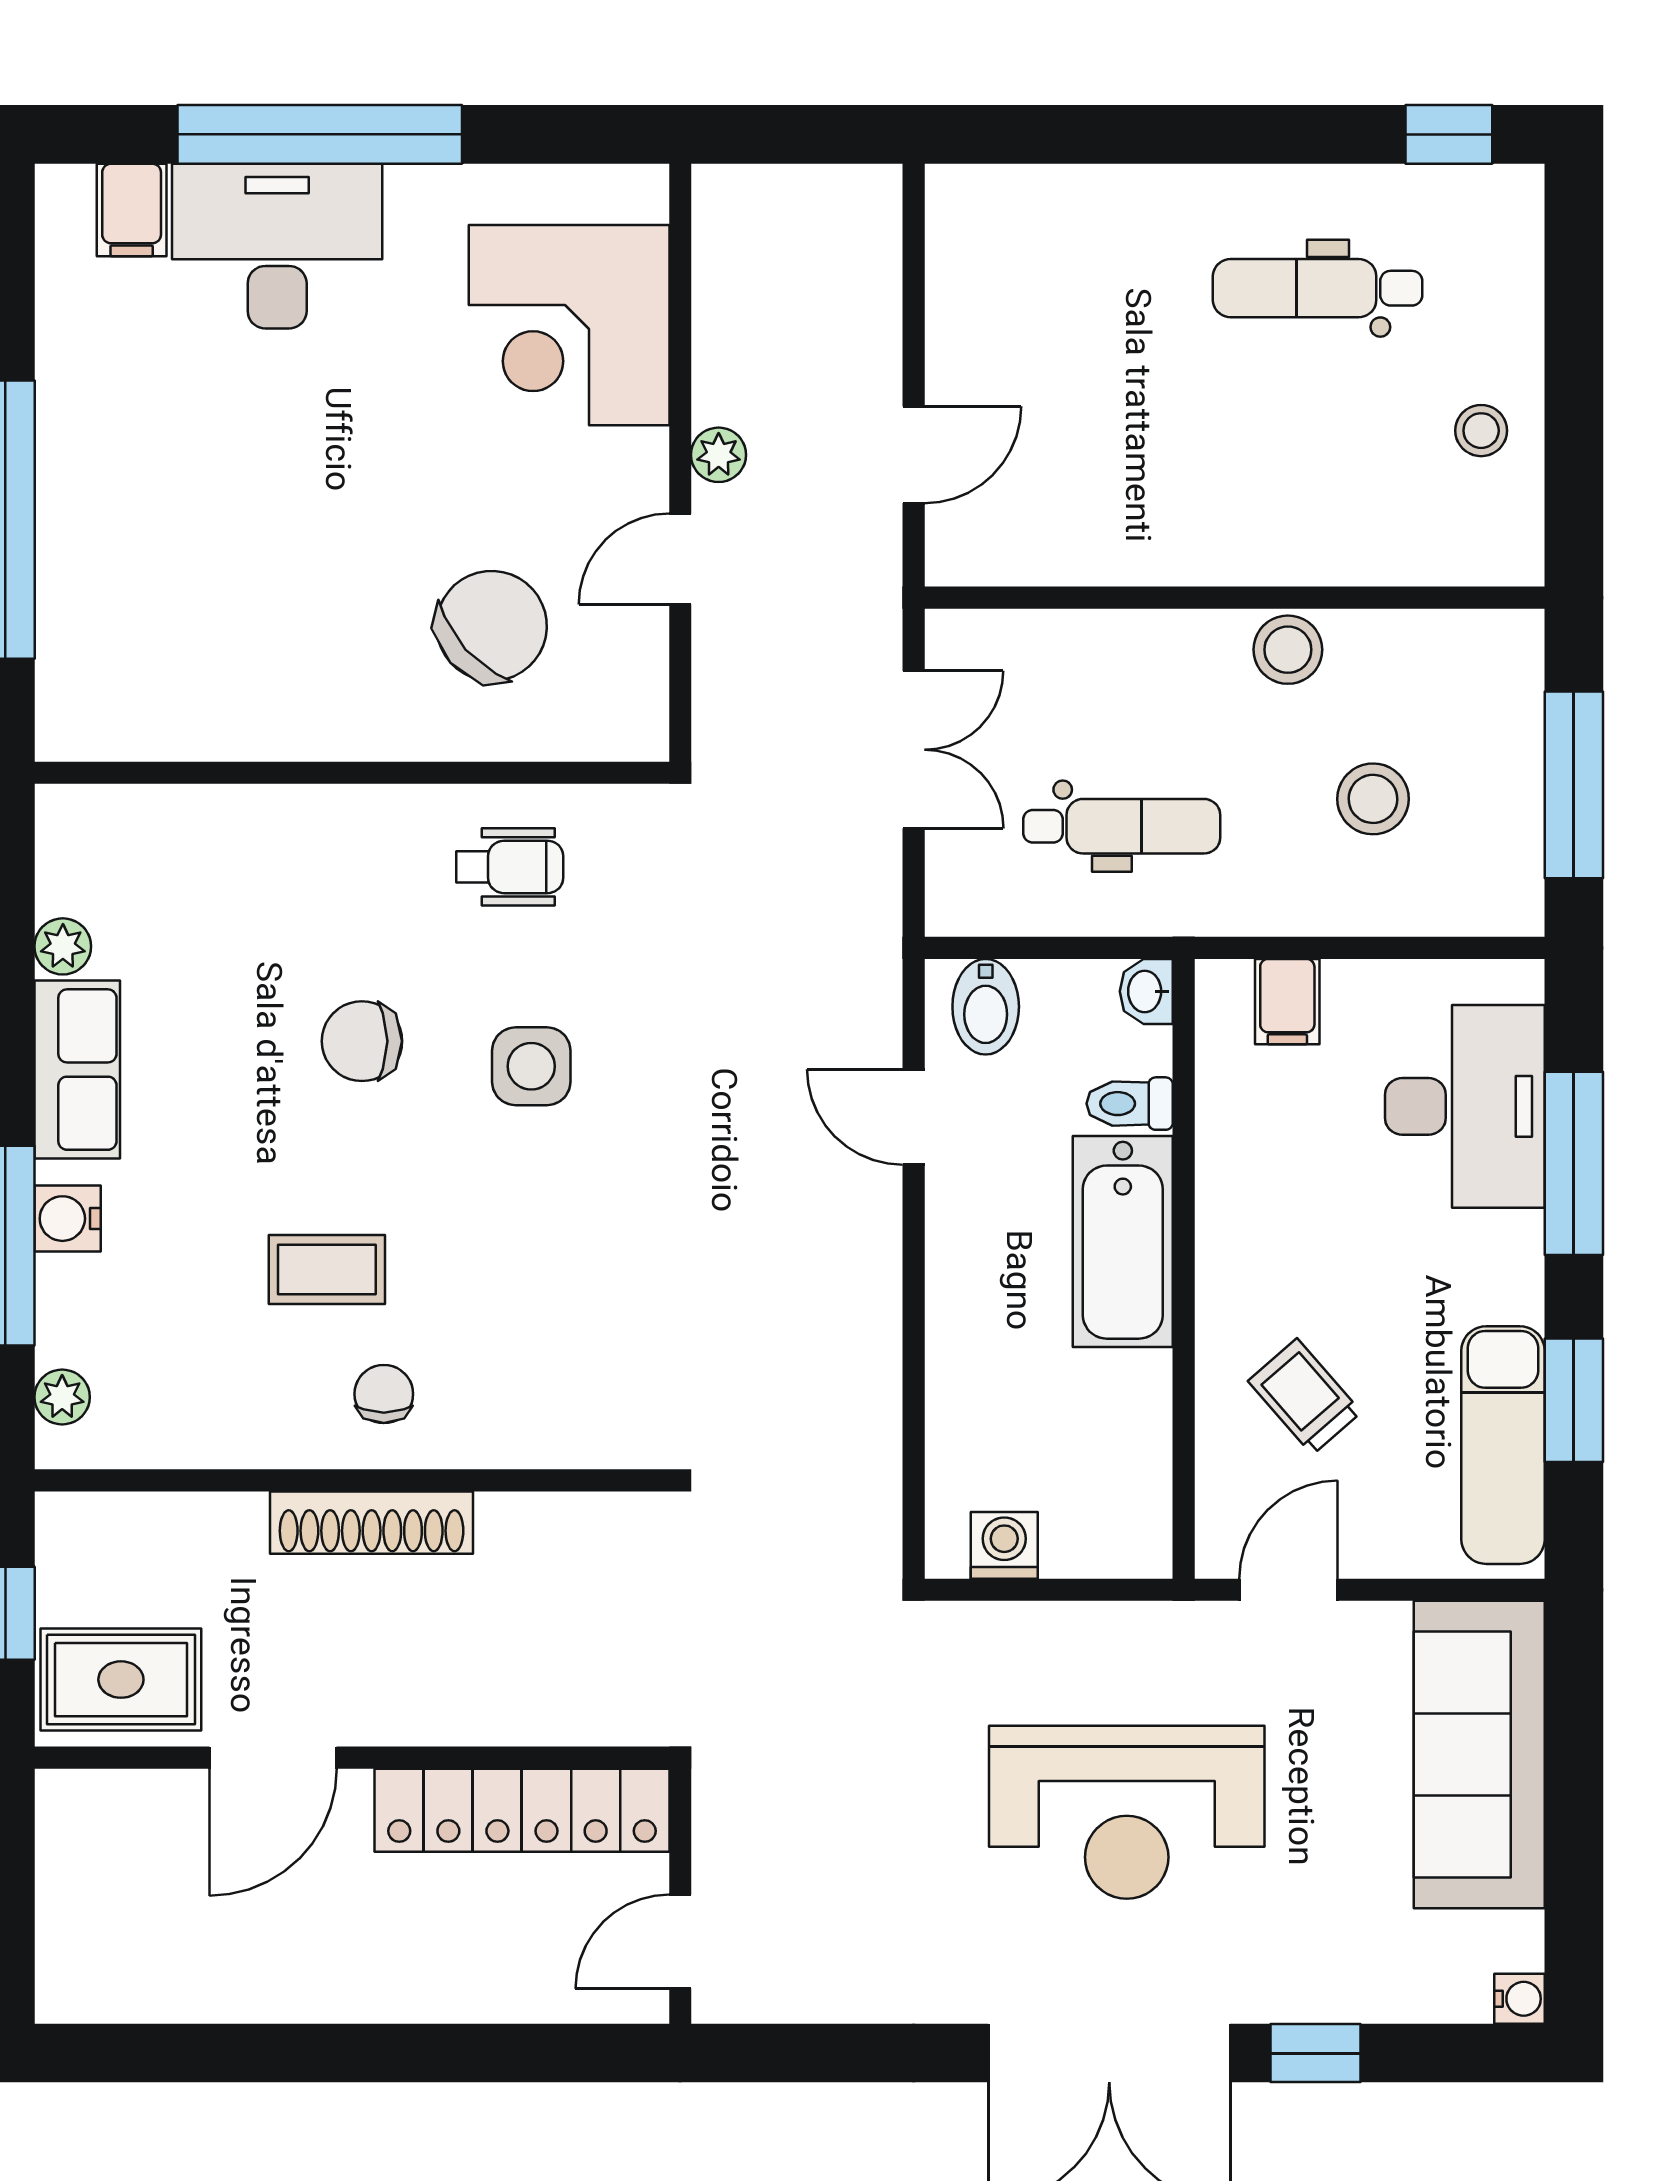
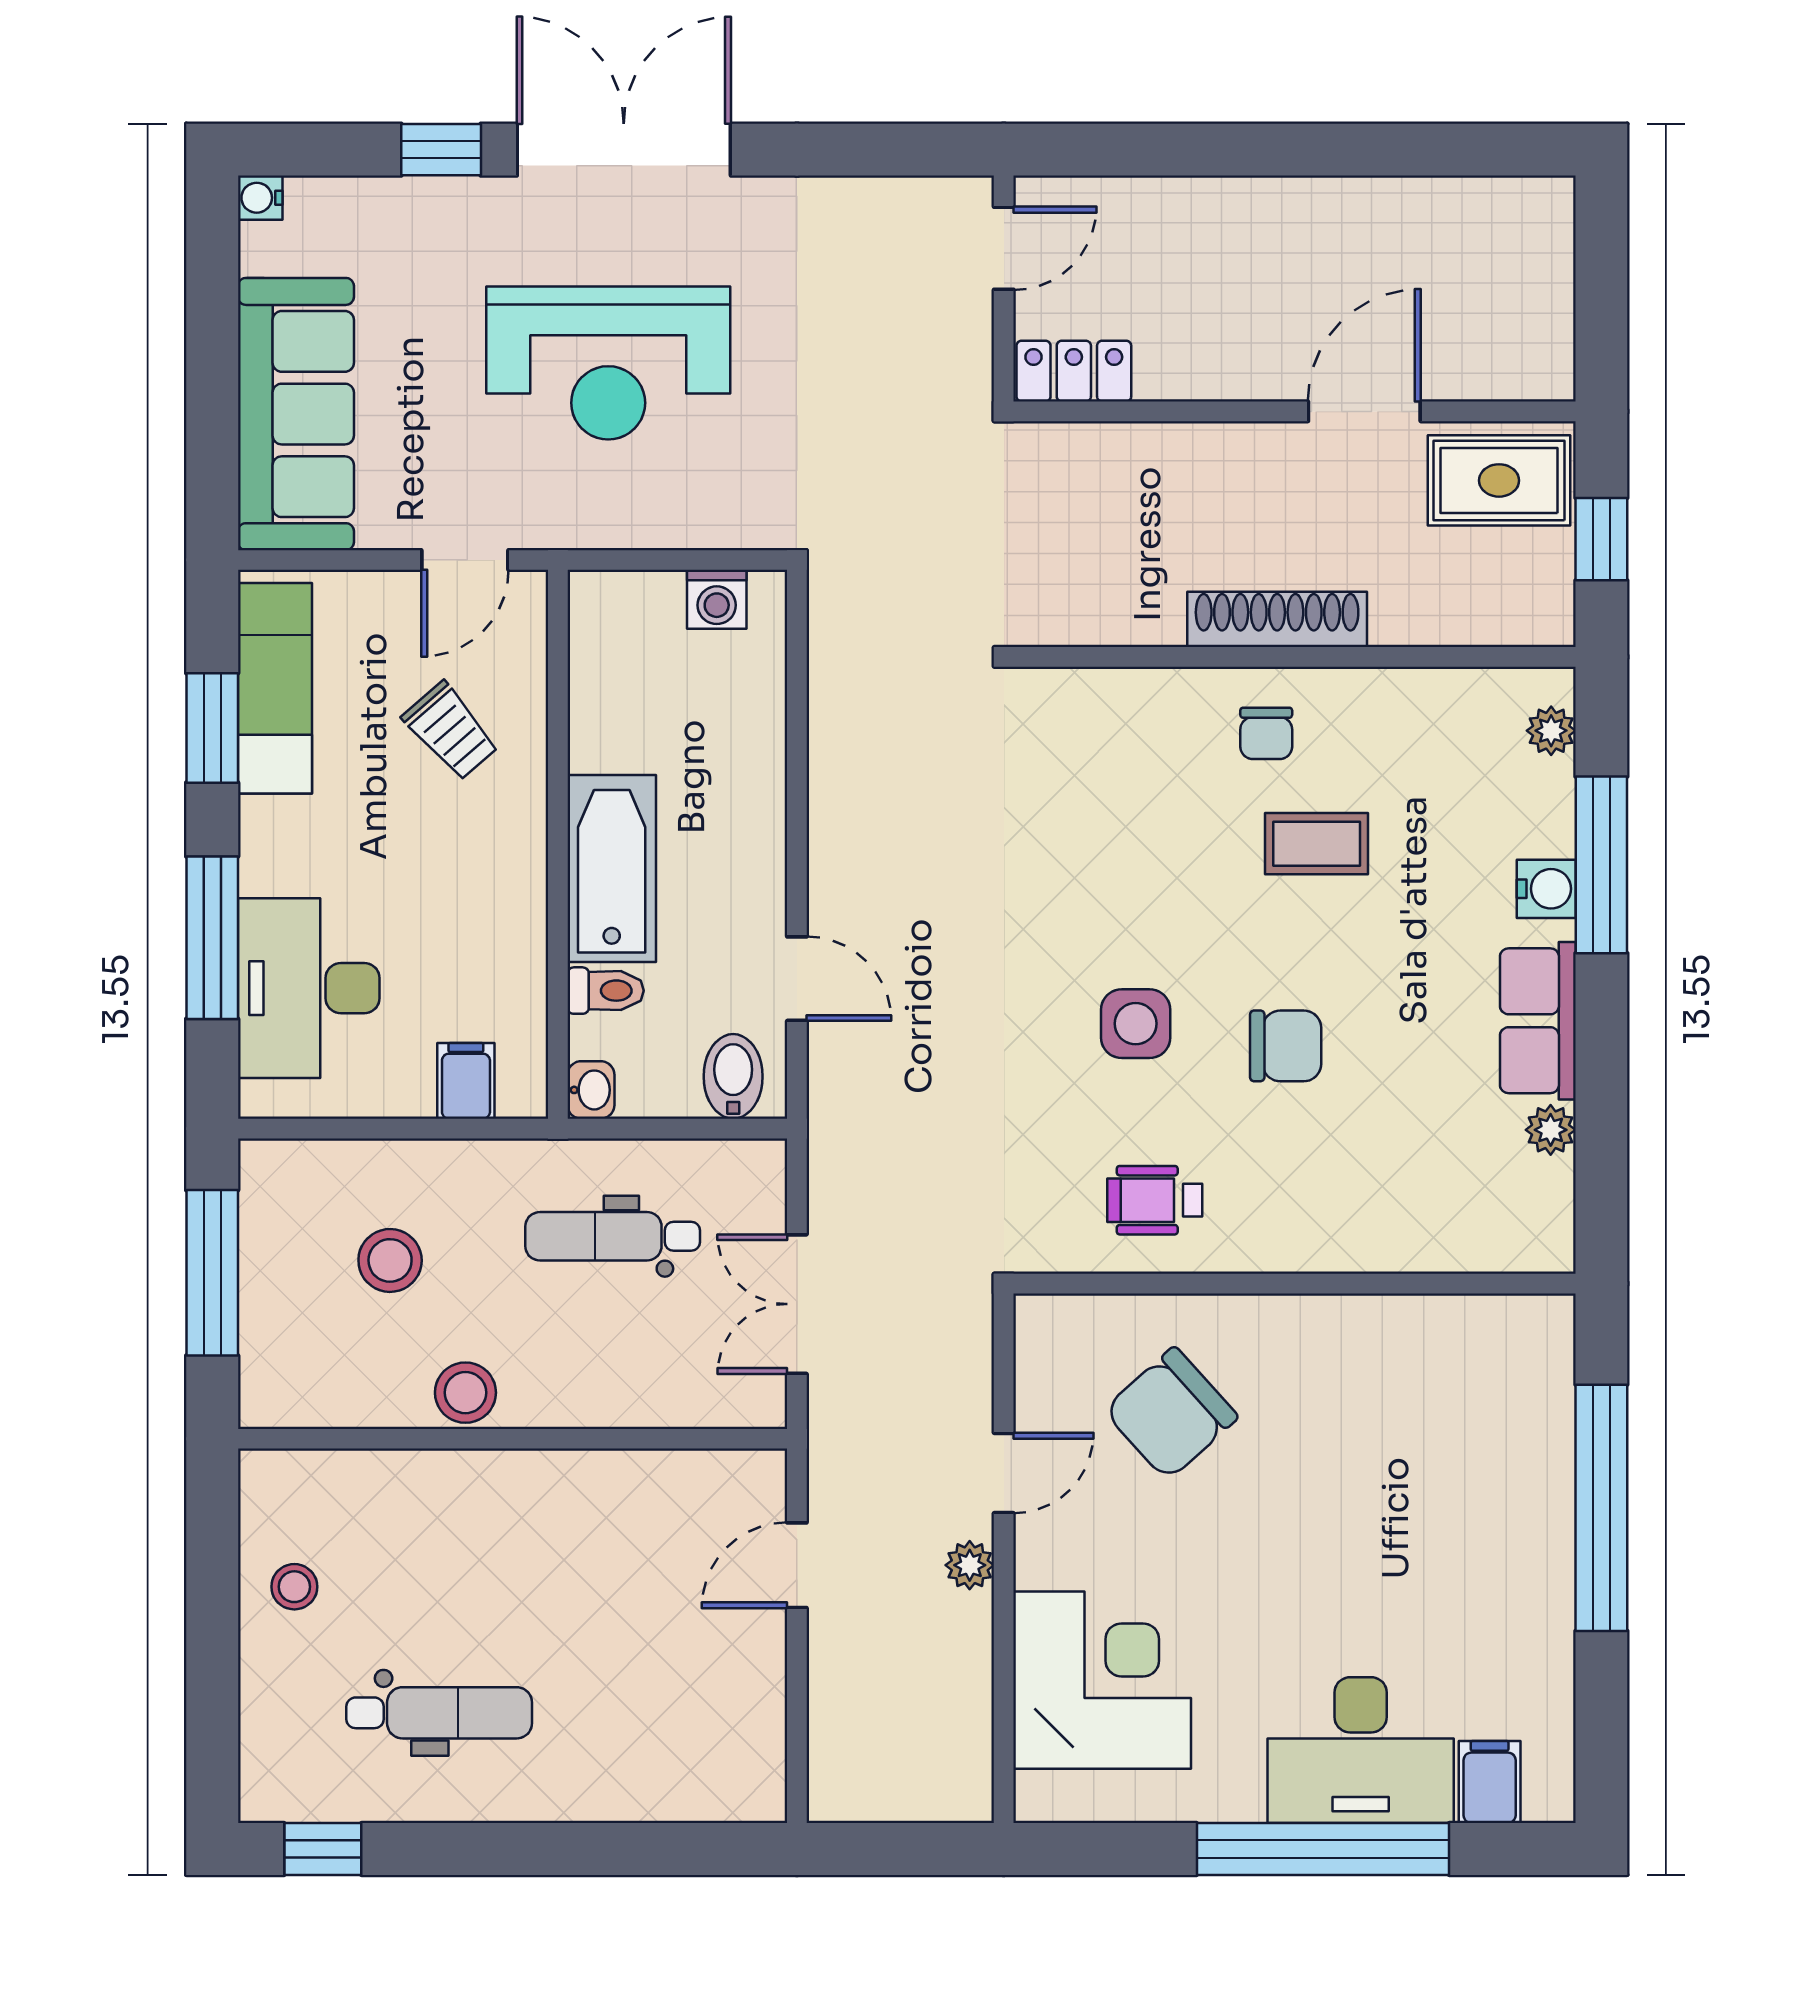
locker: (522, 1810) -> (1074, 371), width x0.46, depth x0.83
reception desk: (1127, 1812) -> (608, 363), turned 180

